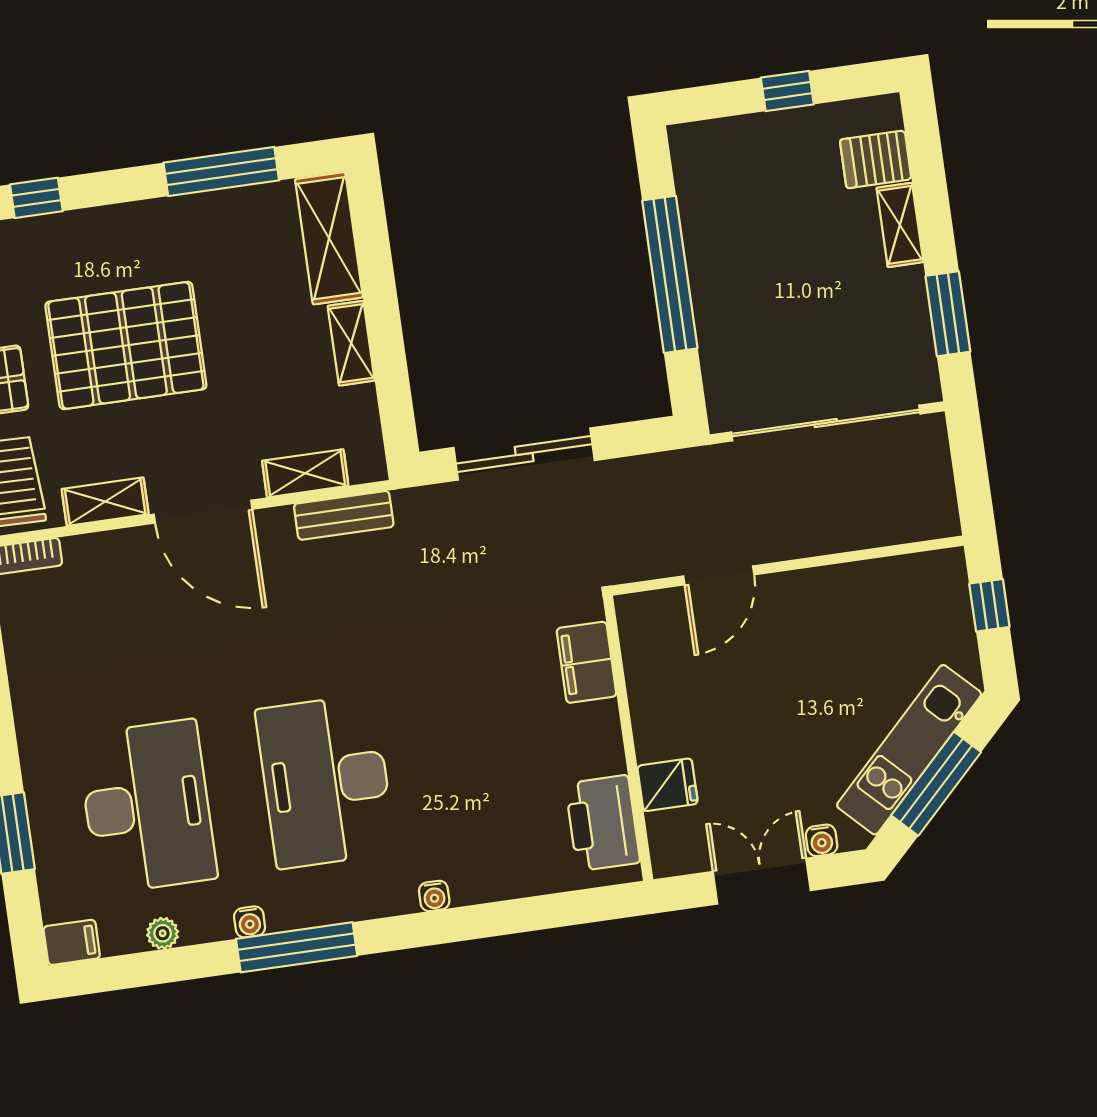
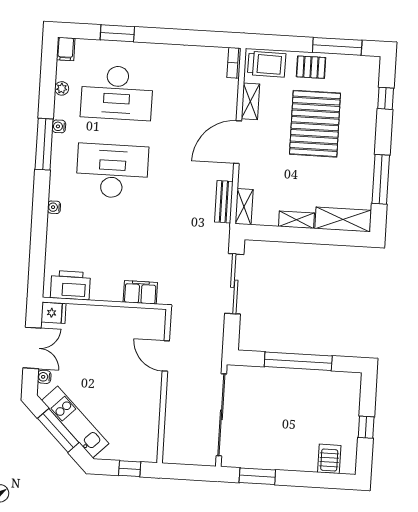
shelving: (900, 225) -> (299, 464), removed
shelving: (305, 473) -> (244, 207), moved
fridge: (668, 785) -> (53, 313), moved, turned -90

